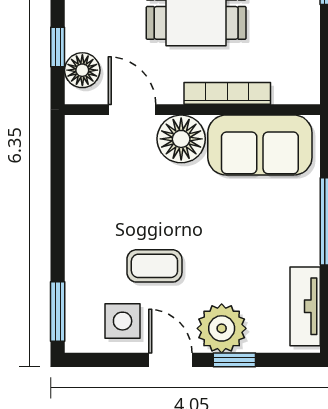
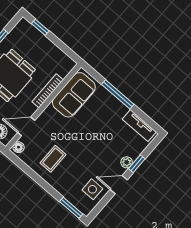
floor lamp: (181, 139) -> (19, 147), moved, width x0.53, depth x0.53
coffee table: (154, 266) -> (53, 159), moved
plant: (222, 328) -> (127, 162), width x0.53, depth x0.53

